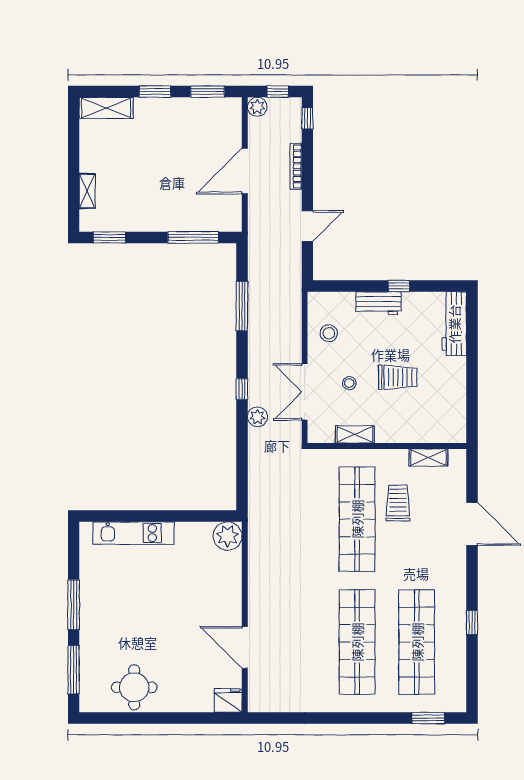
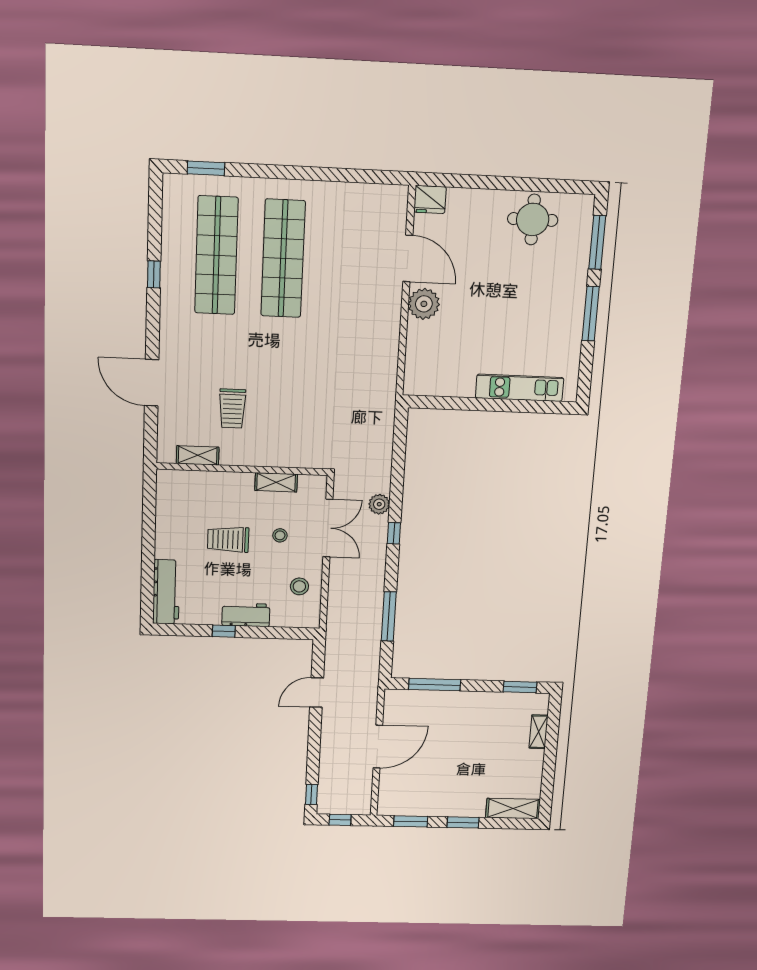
plant: (257, 107) -> (362, 806), removed
bookcase: (296, 166) -> (325, 750), removed
shop shelf: (357, 519) -> (277, 393), removed
plant: (228, 536) -> (424, 304), moved

